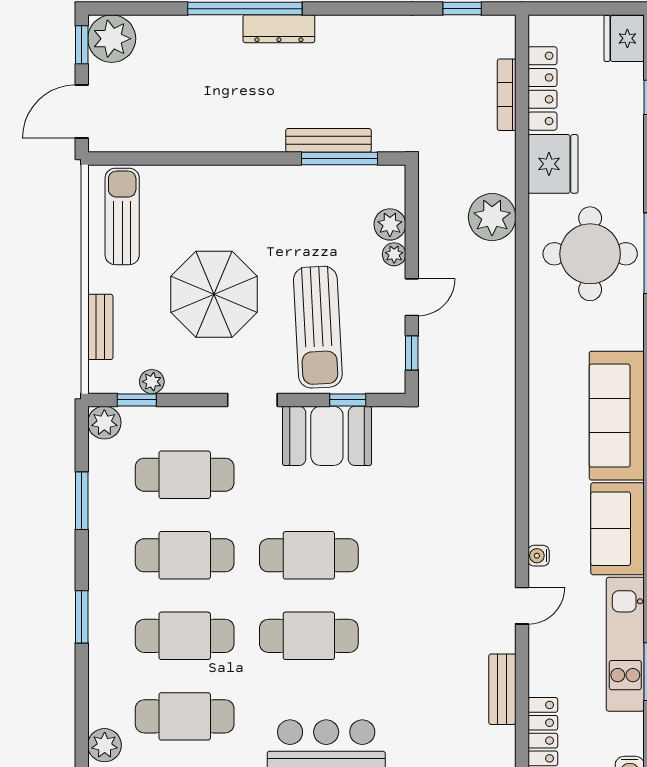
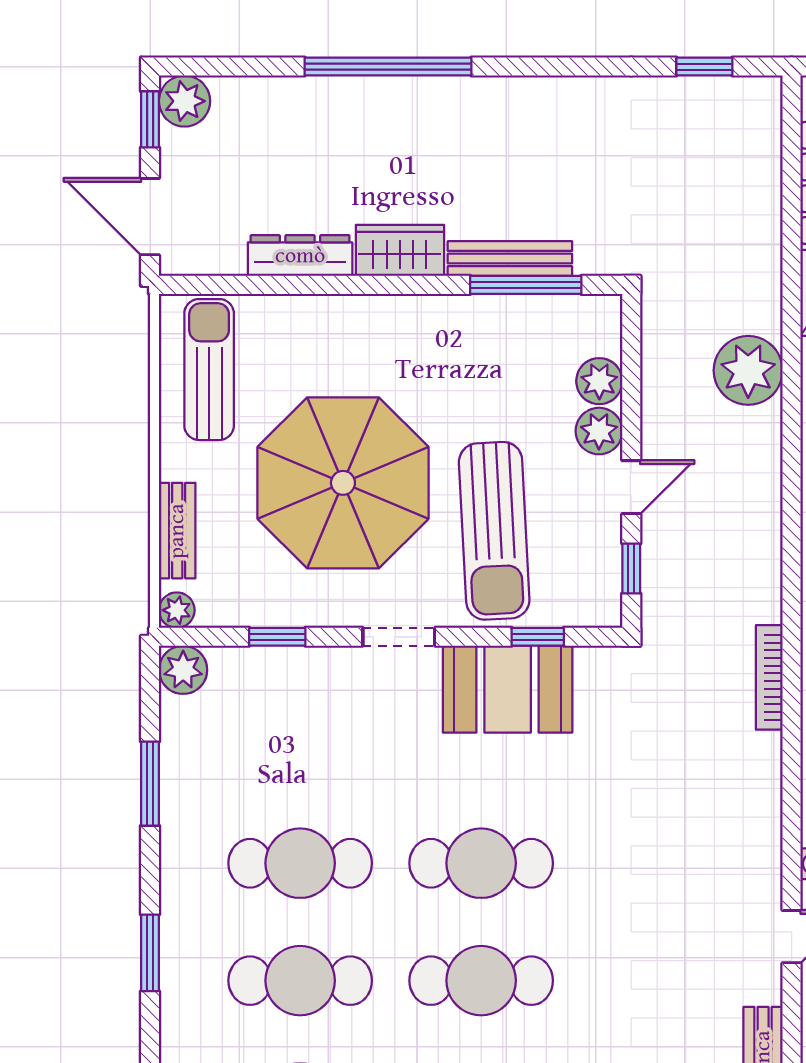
dresser: (279, 29) -> (300, 256), moved, turned 180
plant: (112, 39) -> (185, 101), width x0.73, depth x0.73
bookcase: (507, 95) -> (769, 677), moved
door: (82, 112) -> (150, 217), hinge flipped
wardrobe: (253, 135) -> (400, 250), added
plant: (394, 254) -> (599, 431), width x1.38, depth x1.38
parasol: (214, 294) -> (343, 483), width x1.36, depth x1.36
plant: (152, 382) -> (177, 610), moved
window: (137, 400) -> (277, 637), moved
cafe table: (185, 475) -> (300, 746), removed

